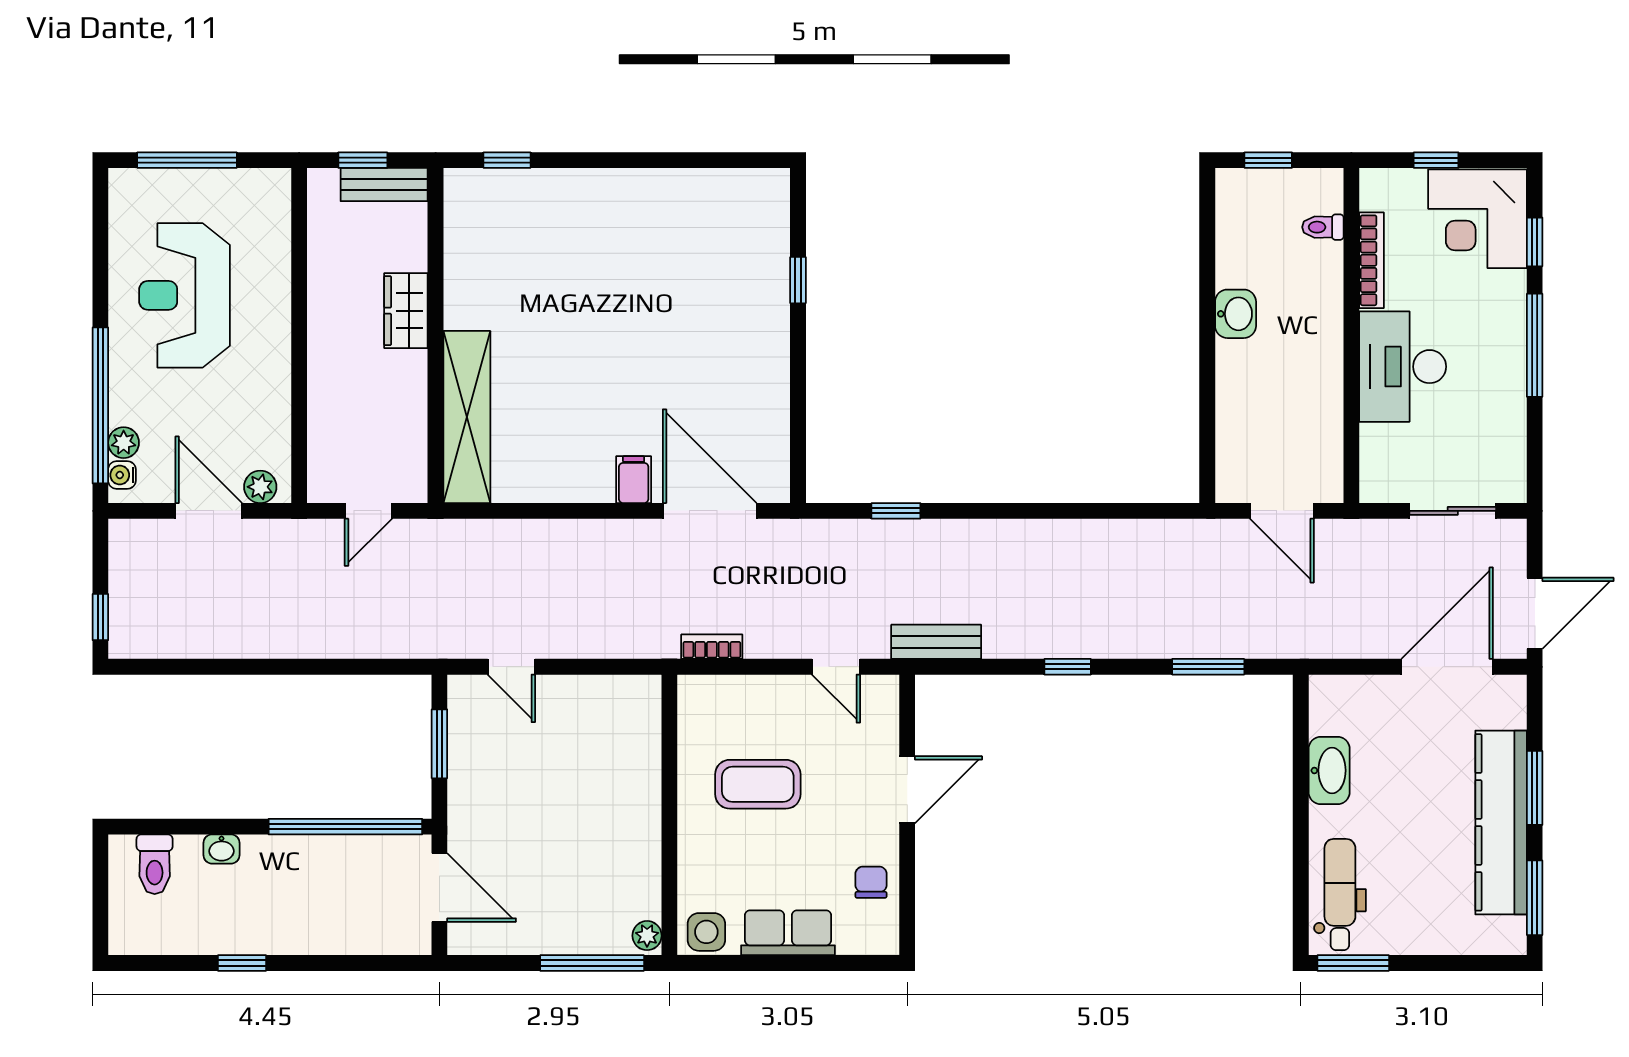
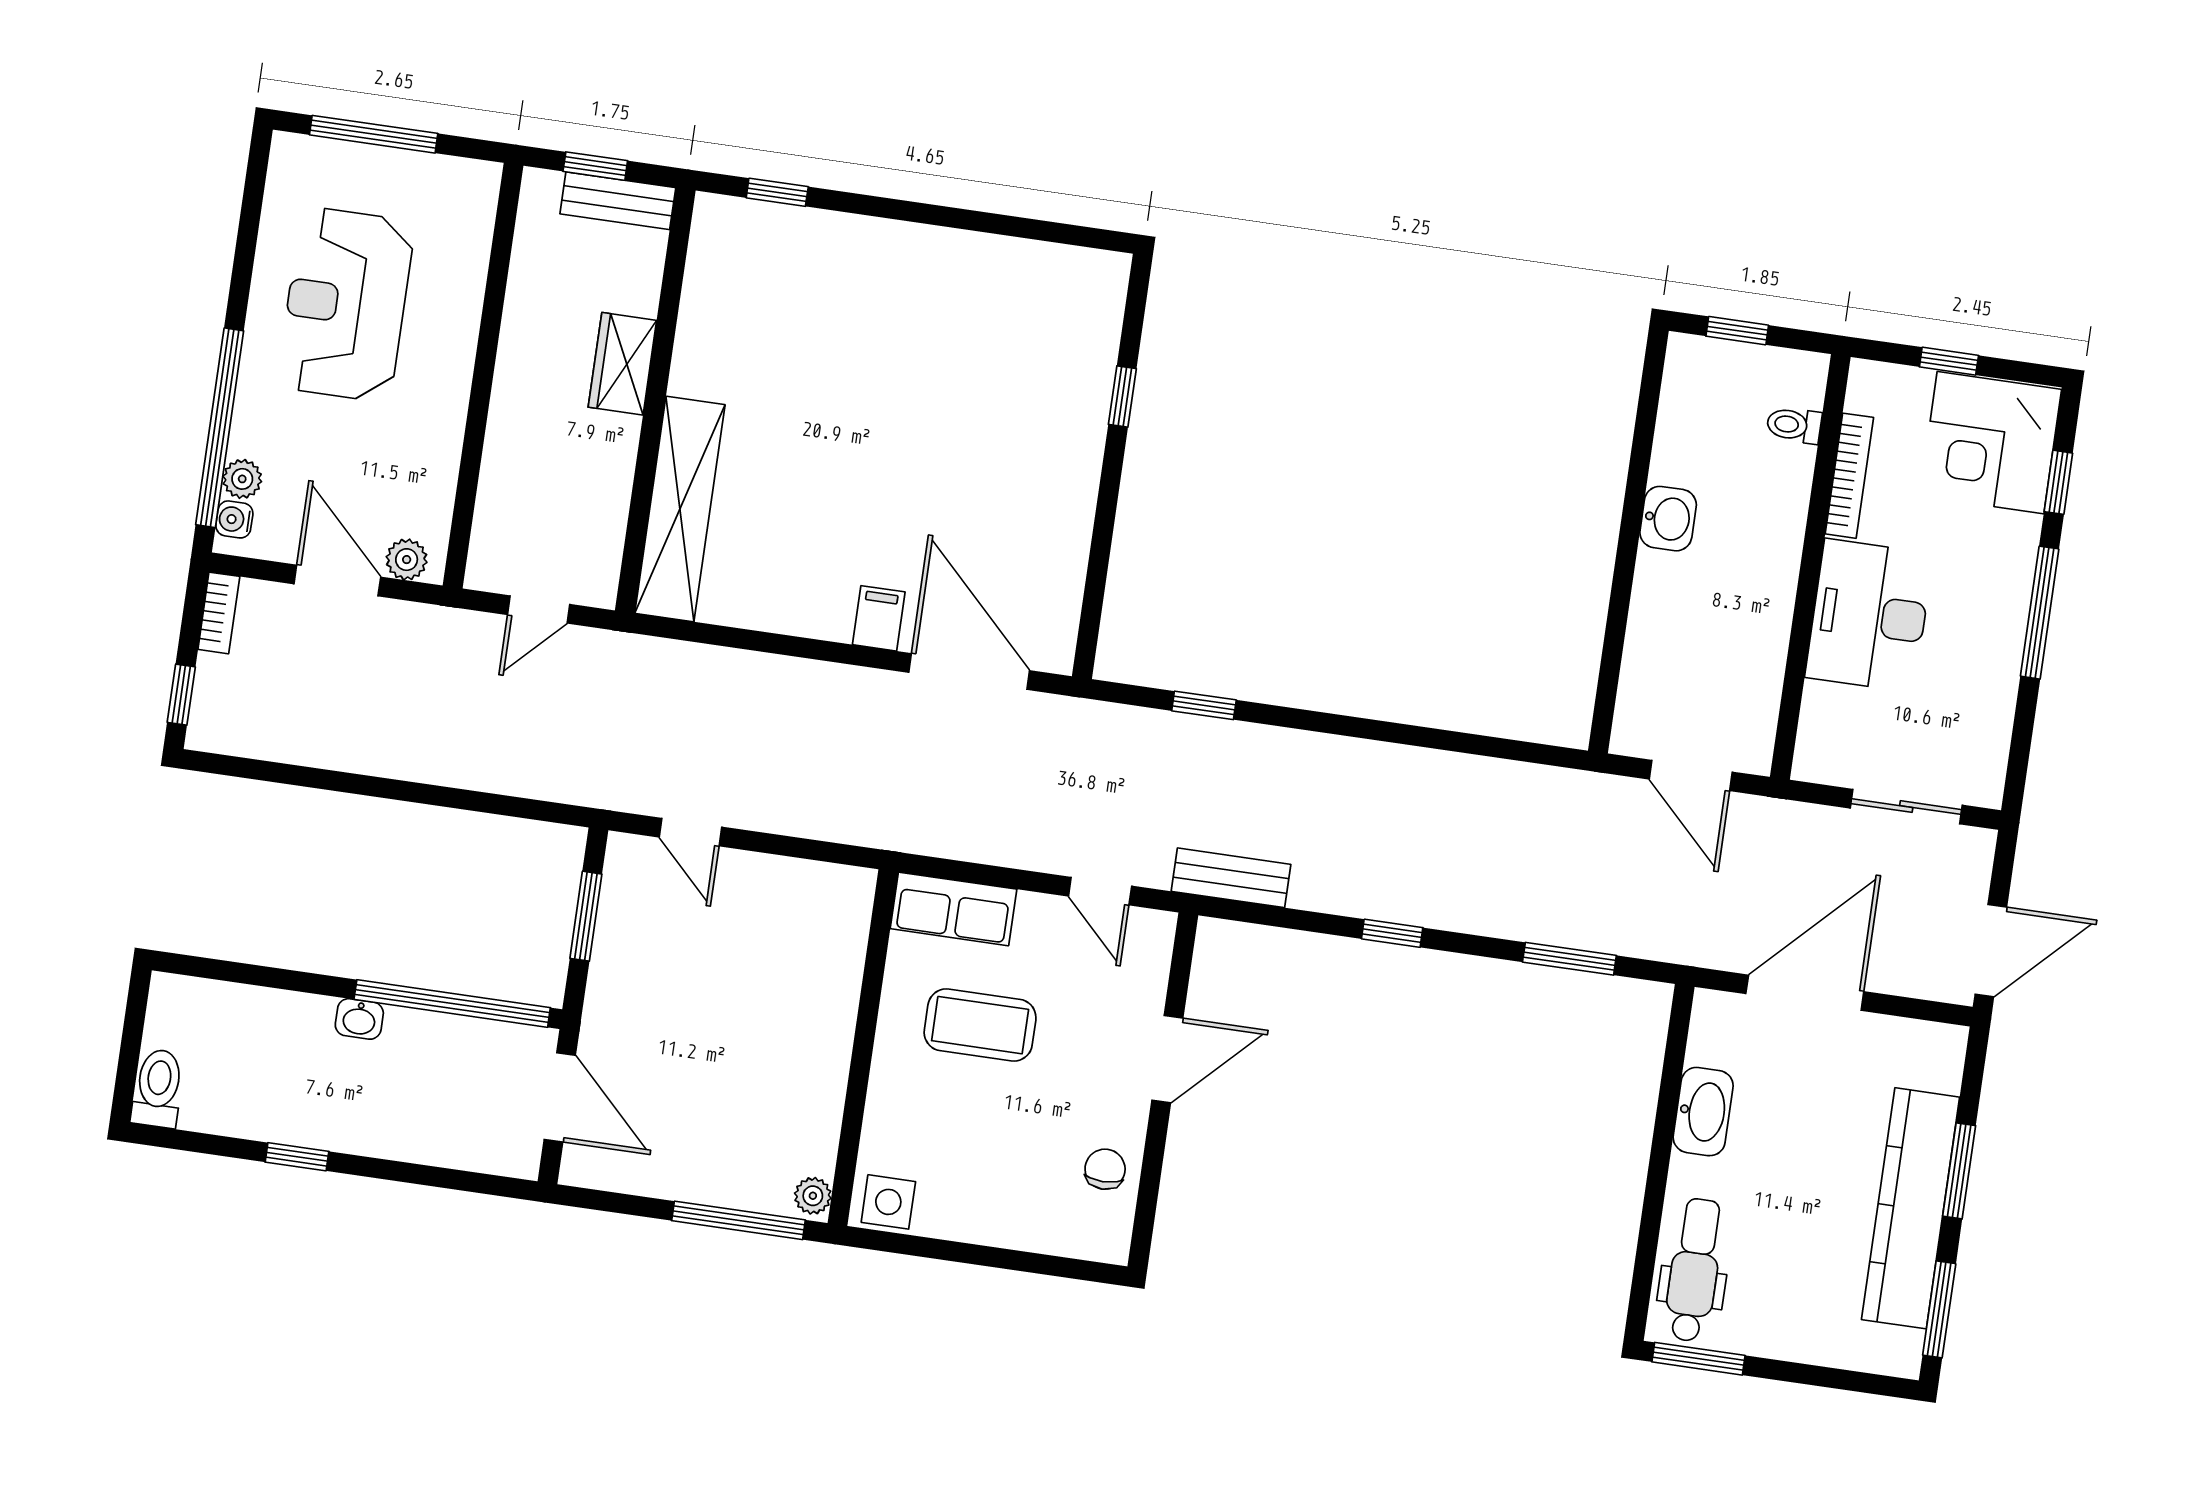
bookcase: (712, 647) -> (219, 613), moved, turned 90
door: (1447, 667) -> (1805, 993), moved
washbasin: (222, 849) -> (359, 1019), moved
toilet: (155, 864) -> (158, 1088), moved, turned 180
row of seats: (788, 933) -> (953, 909), moved, turned 180

